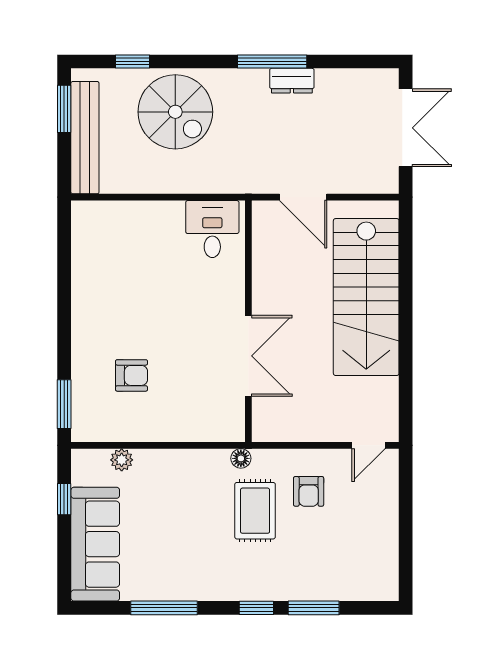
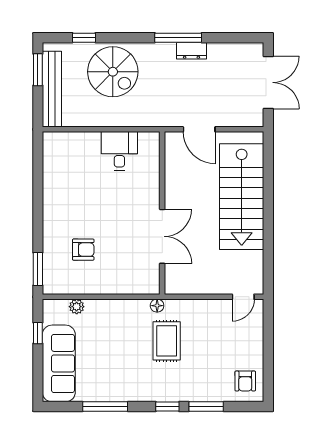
desk: (212, 229) -> (119, 151), moved
armchair: (309, 491) -> (245, 381), moved

